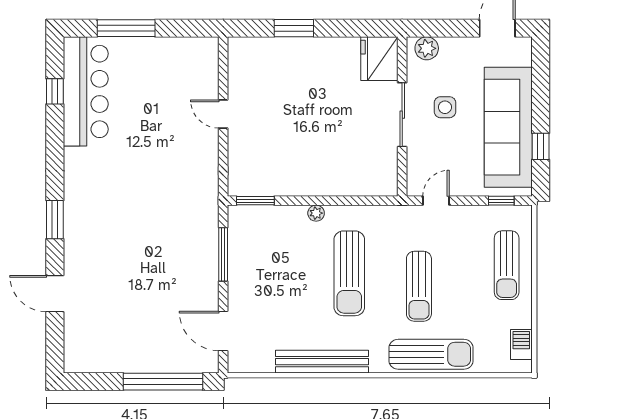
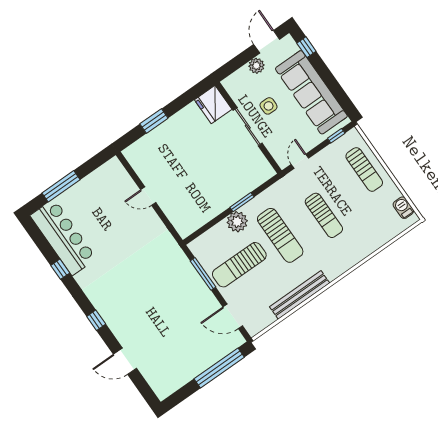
plant: (427, 48) -> (256, 66), moved
window: (55, 91) -> (60, 269), moved
window: (541, 146) -> (306, 47), moved
window: (255, 201) -> (242, 202), moved
plant: (316, 213) -> (237, 222), width x1.88, depth x1.88
window: (55, 220) -> (96, 320), width x0.67
sun lounger: (431, 354) -> (239, 265), moved, turned 180

